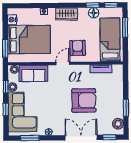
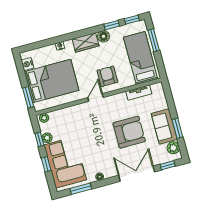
floor lamp: (94, 13) -> (103, 36), moved
sofa: (33, 73) -> (164, 126), moved, turned 90

